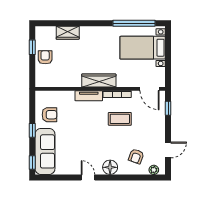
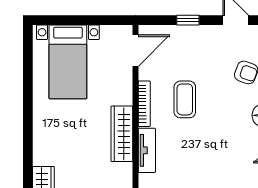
window: (134, 23) -> (28, 76), removed
window: (168, 108) -> (188, 20), moved

